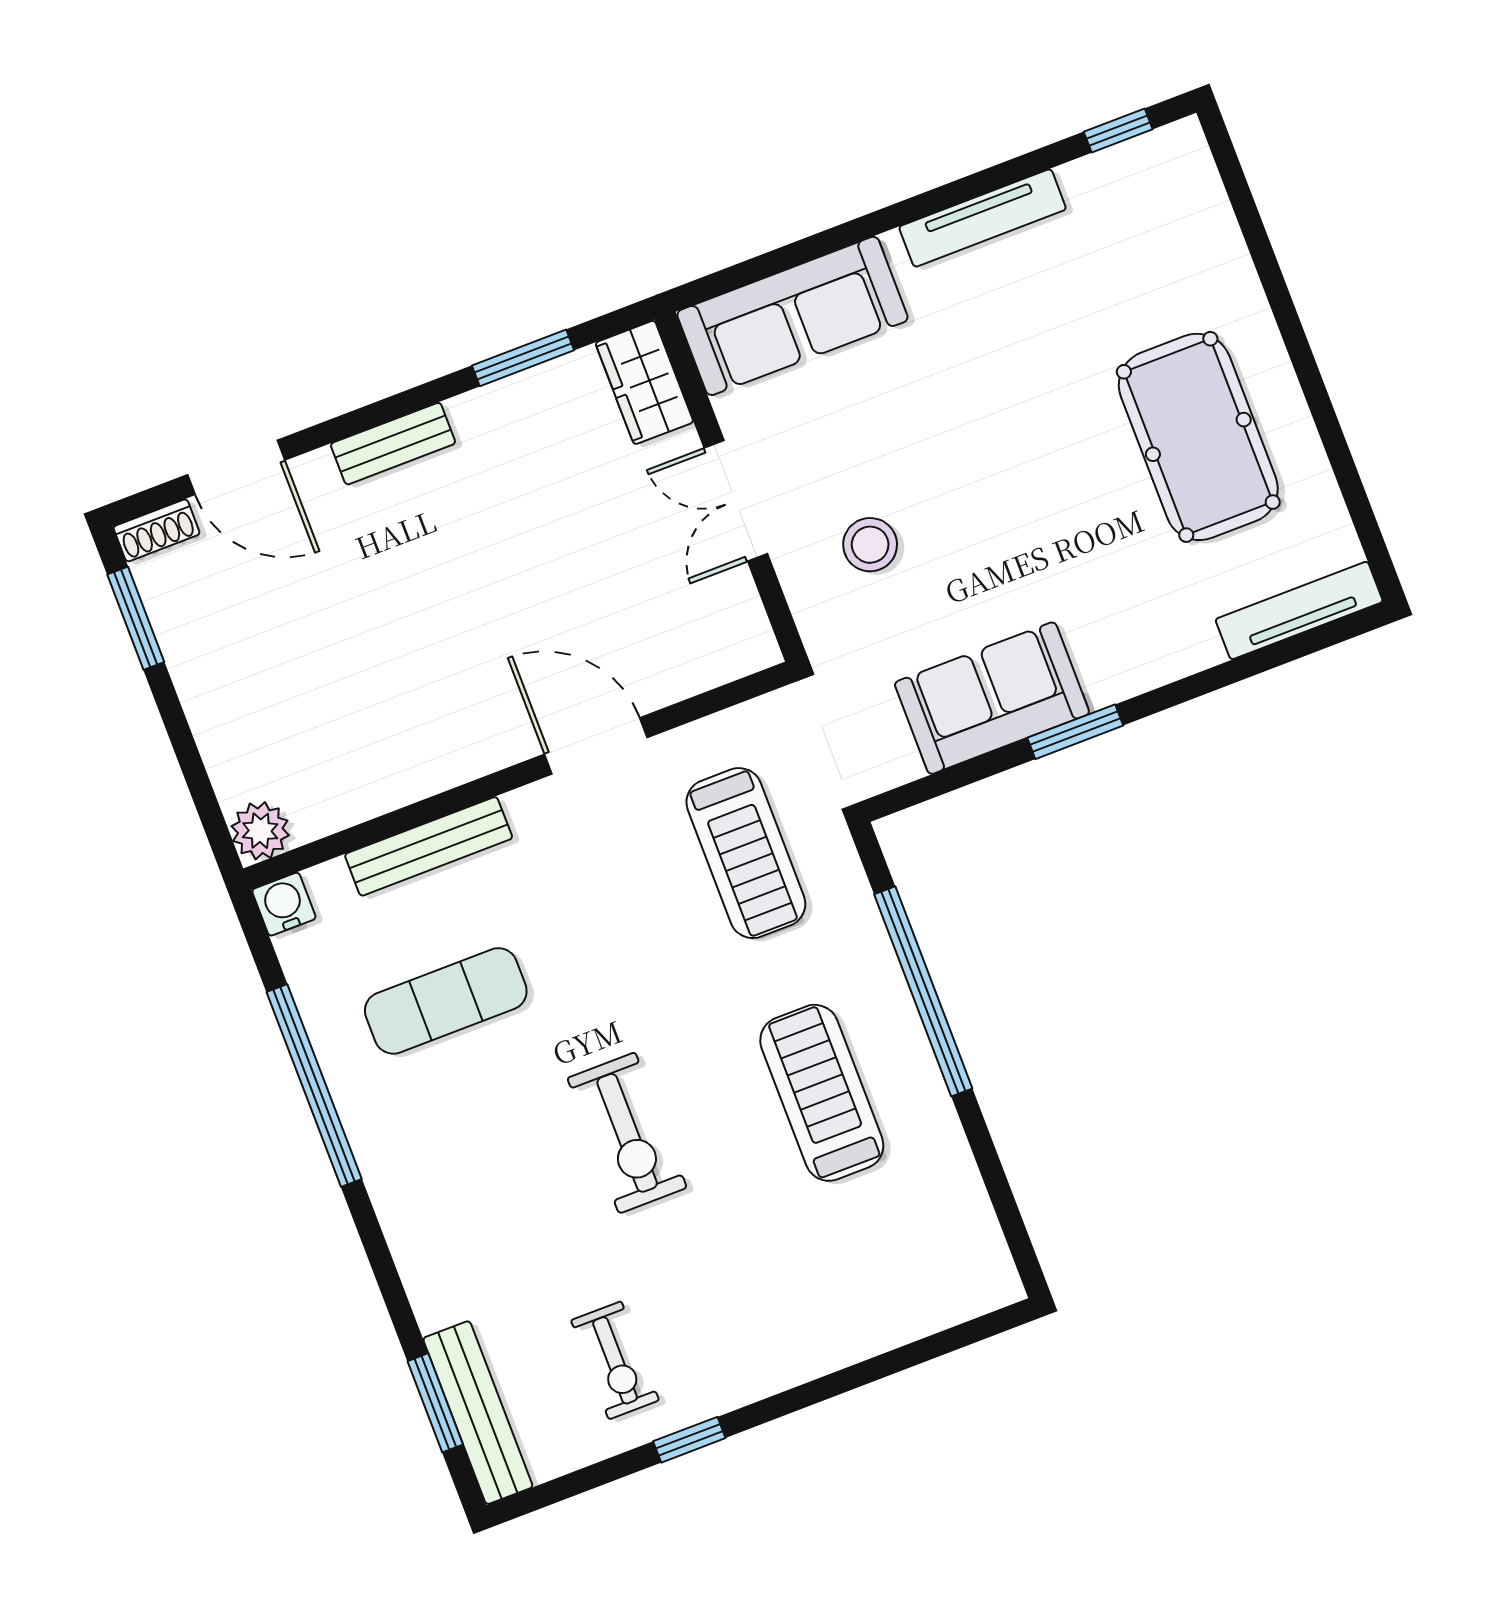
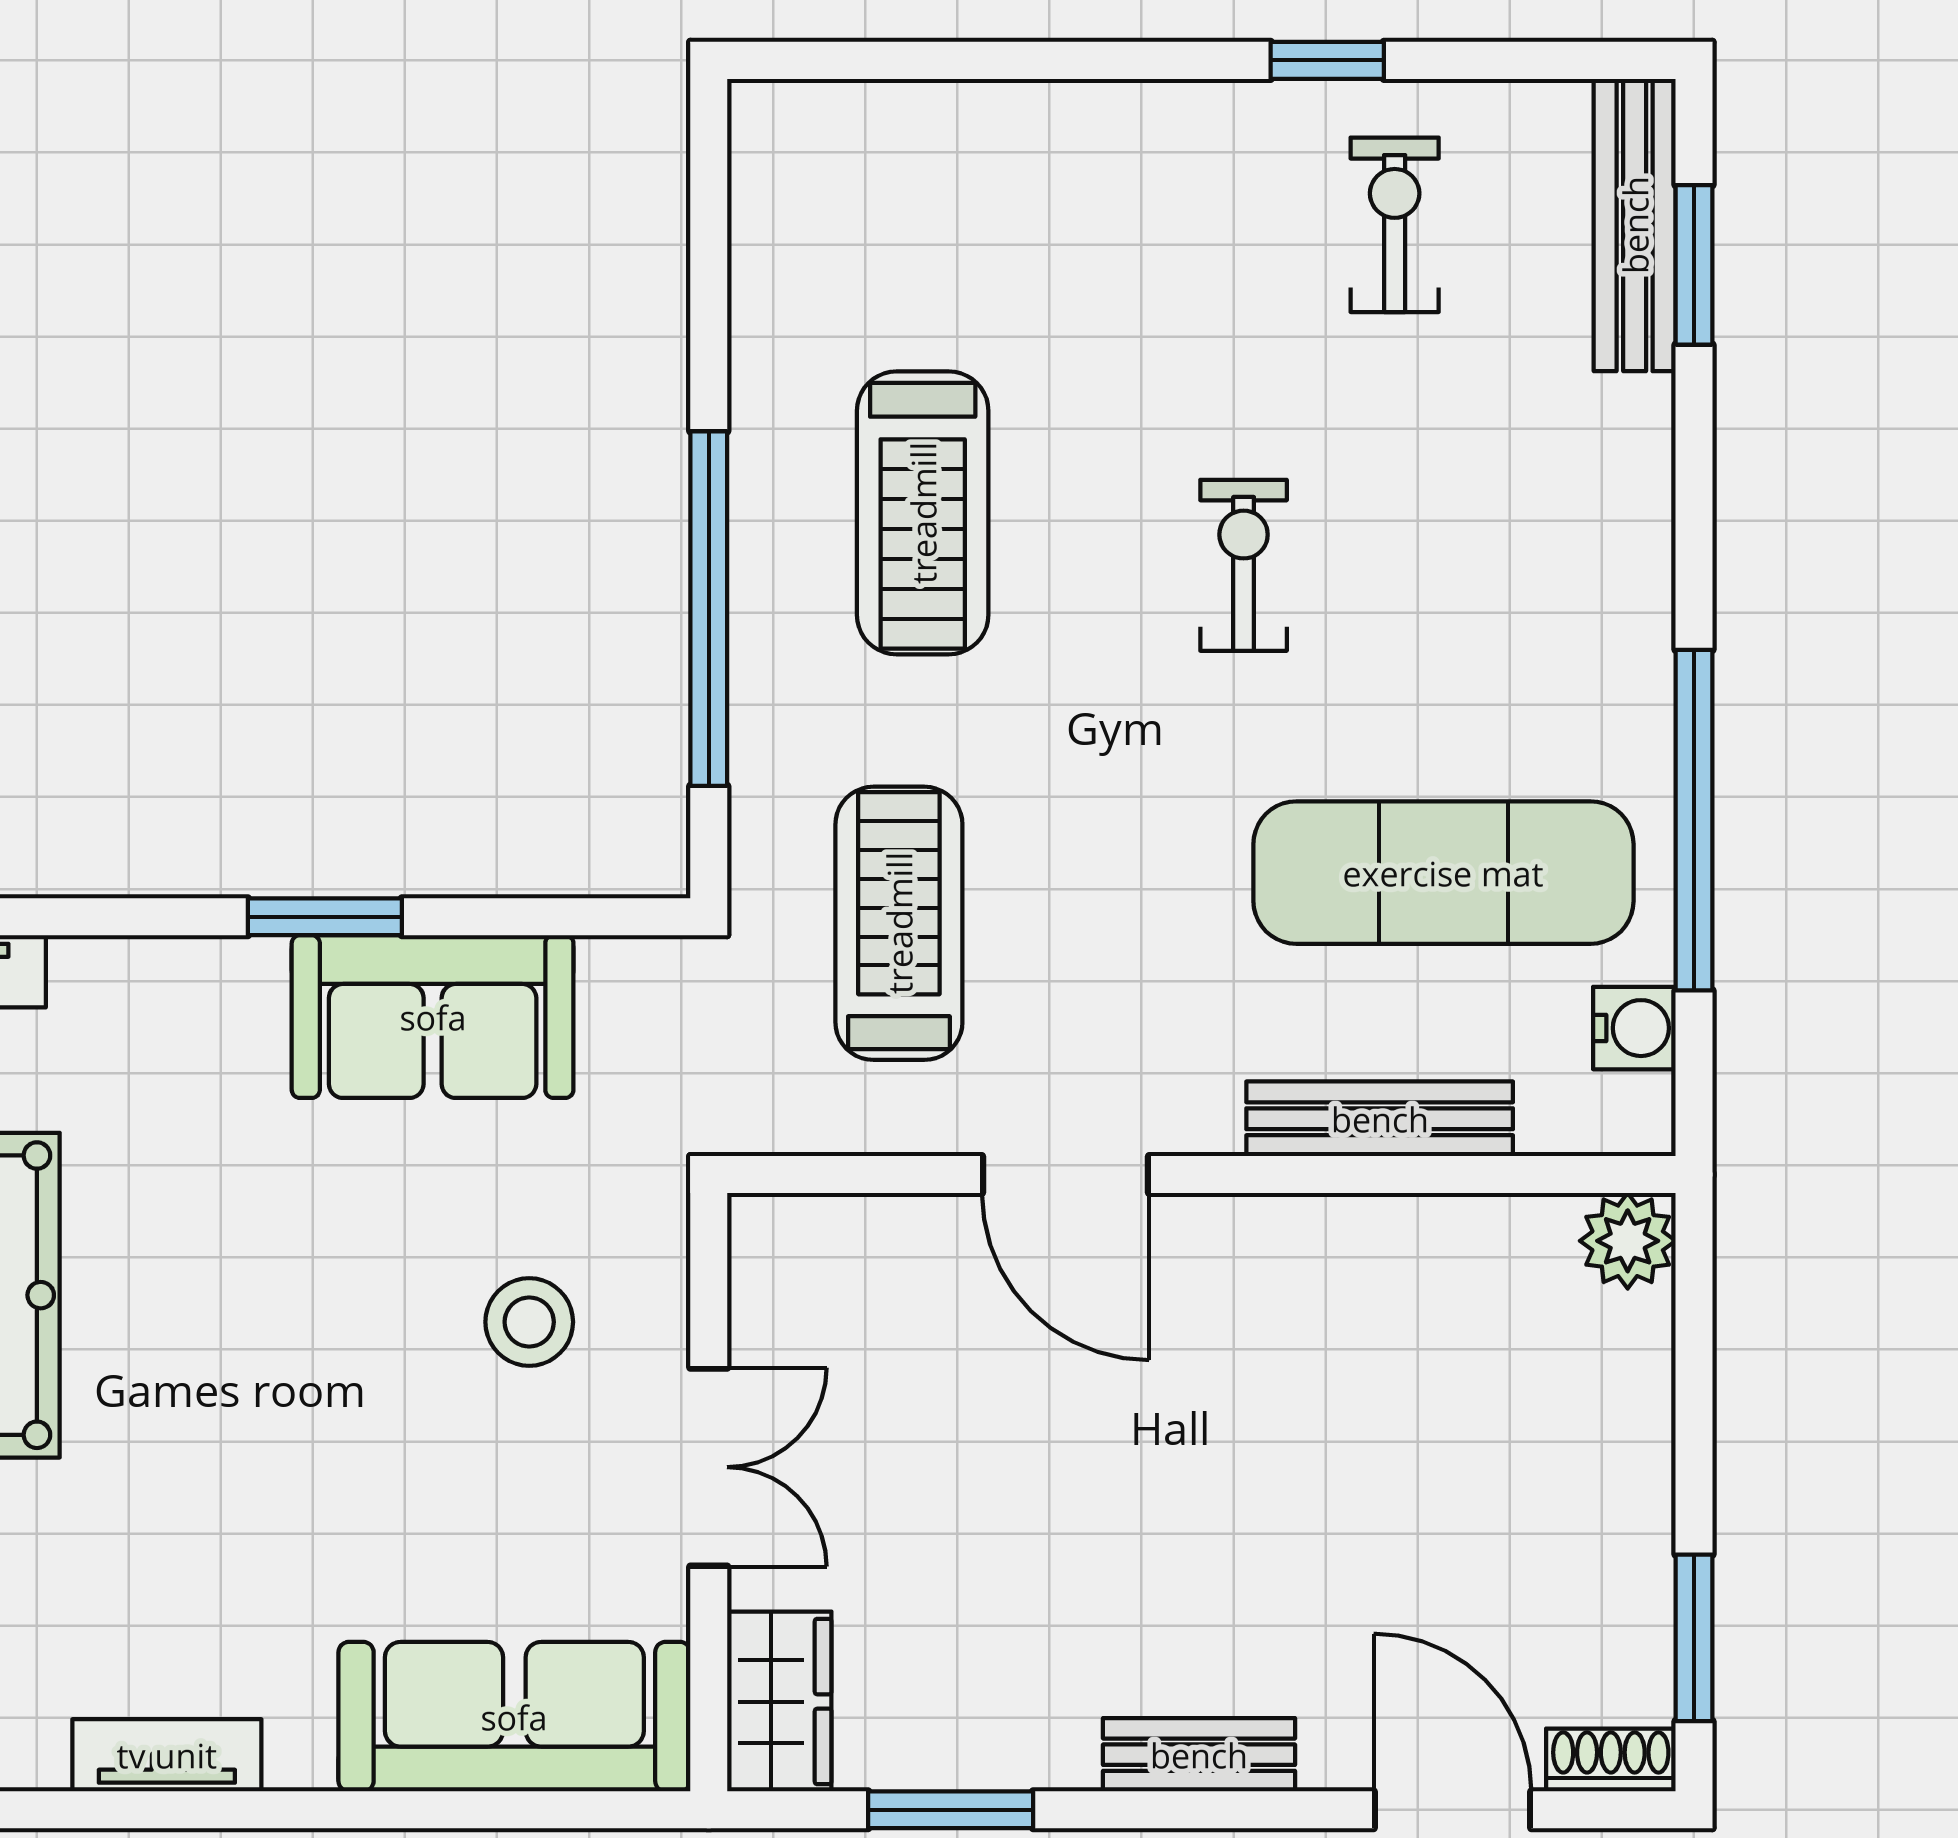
tv unit: (983, 218) -> (167, 1755), width x0.71
water cooler: (284, 904) -> (1634, 1028), moved, turned -90
exercise mat: (446, 1001) -> (1443, 873), width x1.36, depth x1.45
exercise bike: (627, 1133) -> (1244, 565), width x0.73, depth x0.72

